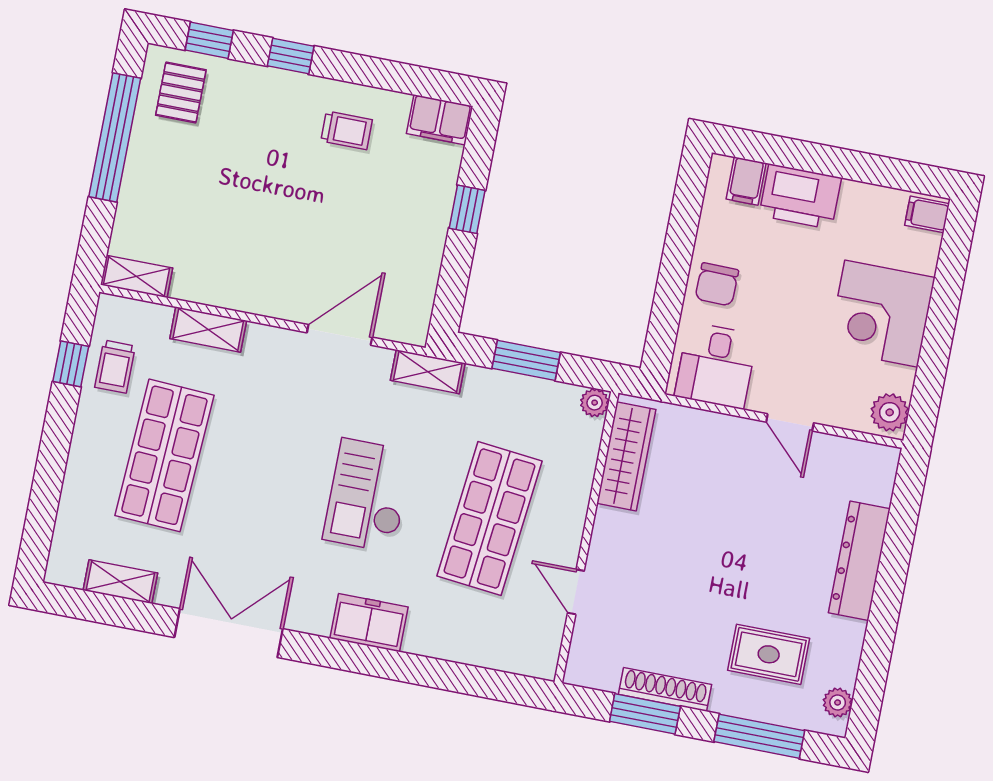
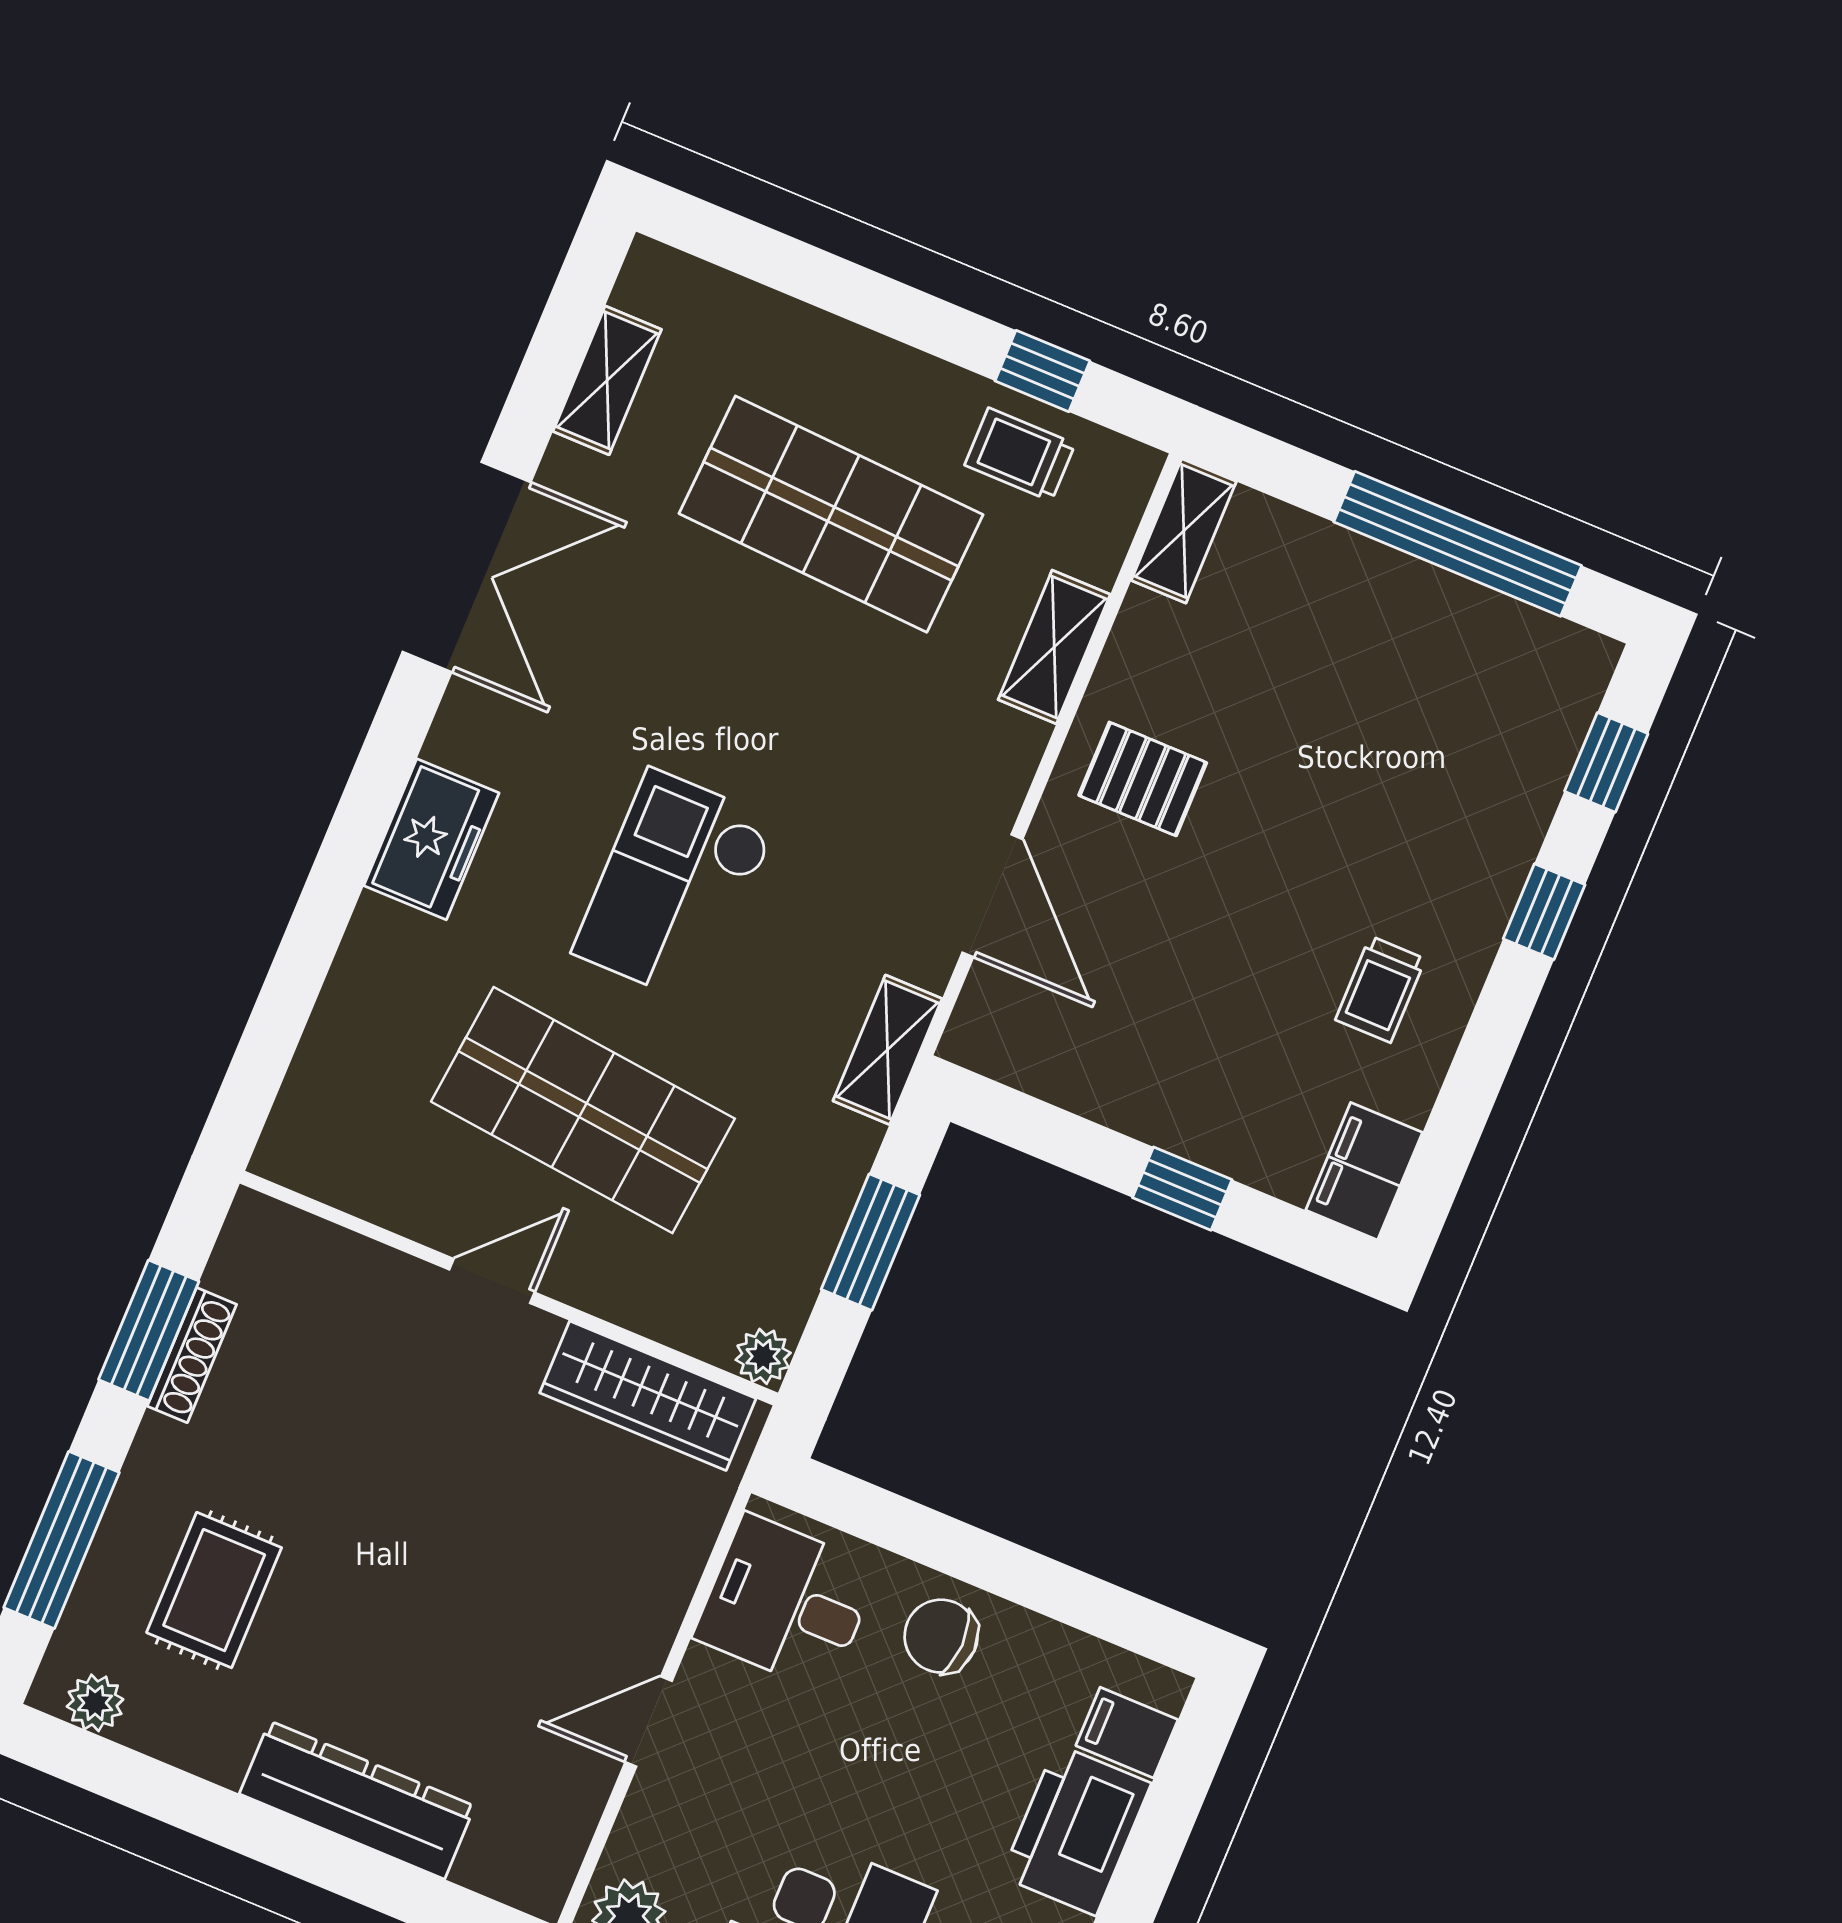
pallet: (181, 92) -> (1143, 779), moved
checkout: (368, 495) -> (675, 887), turned -90
door: (576, 592) -> (492, 1281), moved
shoe rack: (665, 689) -> (192, 1355), width x0.74, depth x0.81

